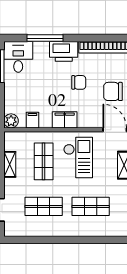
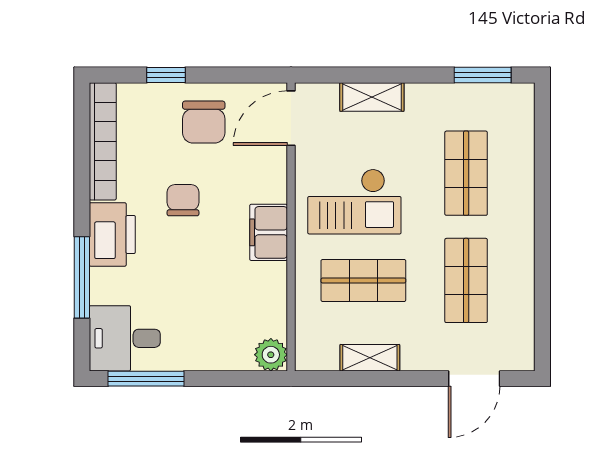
filing cabinet: (32, 120) -> (269, 306), removed
checkout: (78, 158) -> (354, 202), turned 180

